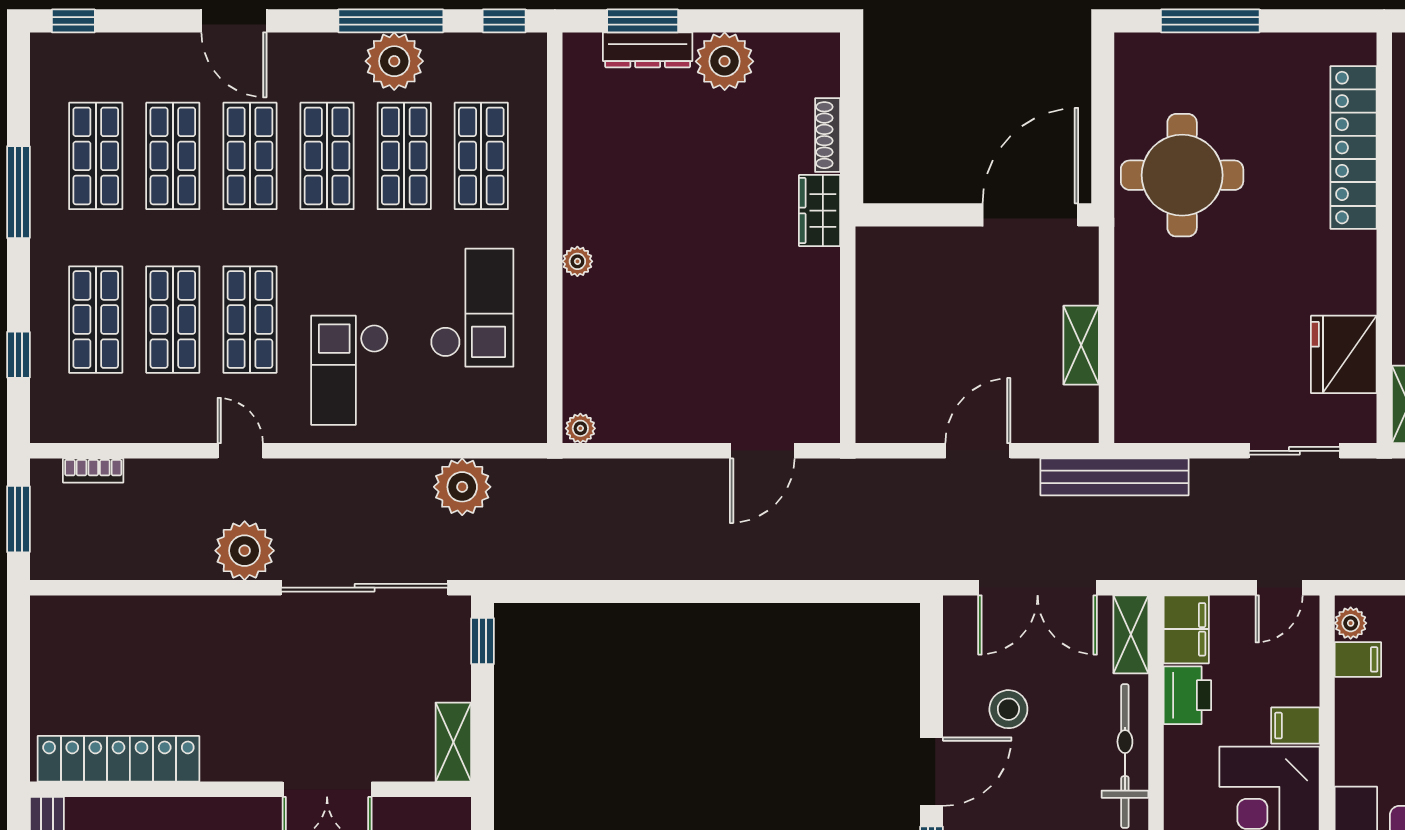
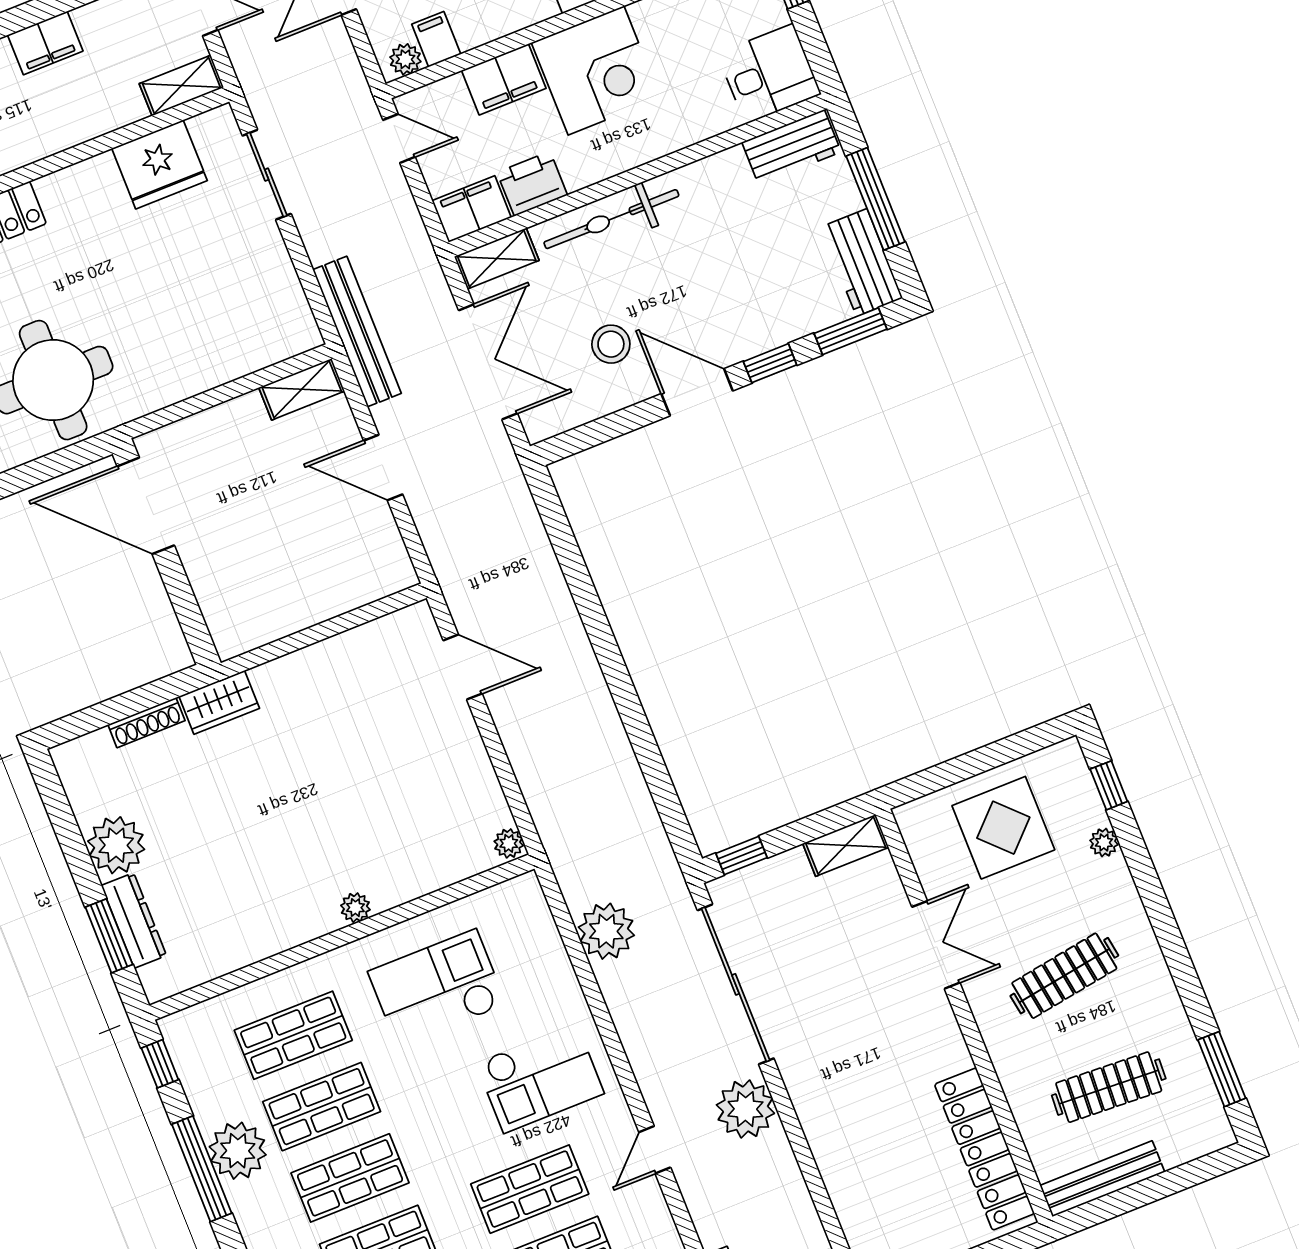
shelving: (1081, 345) -> (302, 389), moved
filing cabinet: (1295, 726) -> (504, 79), width x2.00

